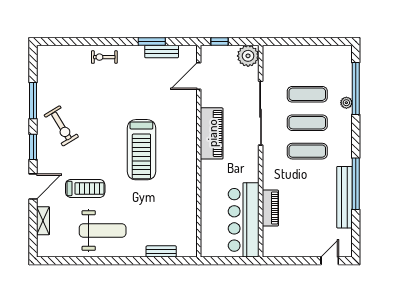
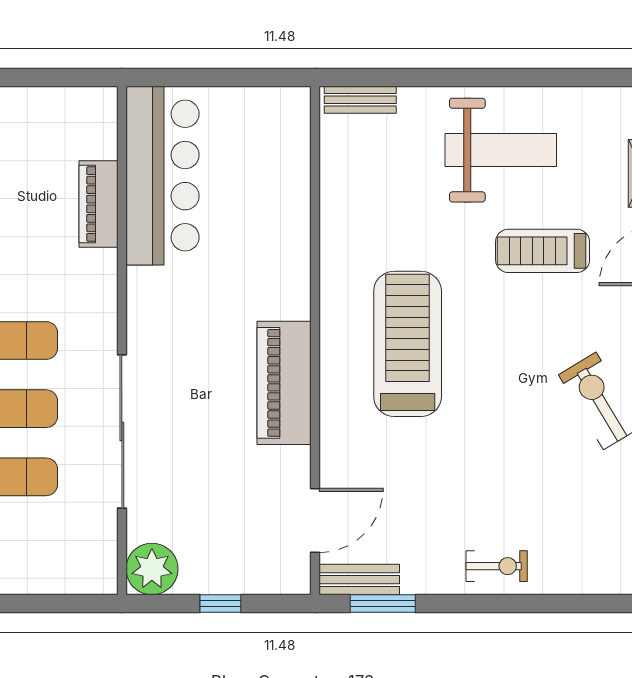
door: (199, 76) -> (315, 520), moved
piano: (212, 133) -> (284, 383), moved
wall: (199, 151) -> (315, 340), moved
weight bench: (103, 230) -> (501, 150), turned 180

